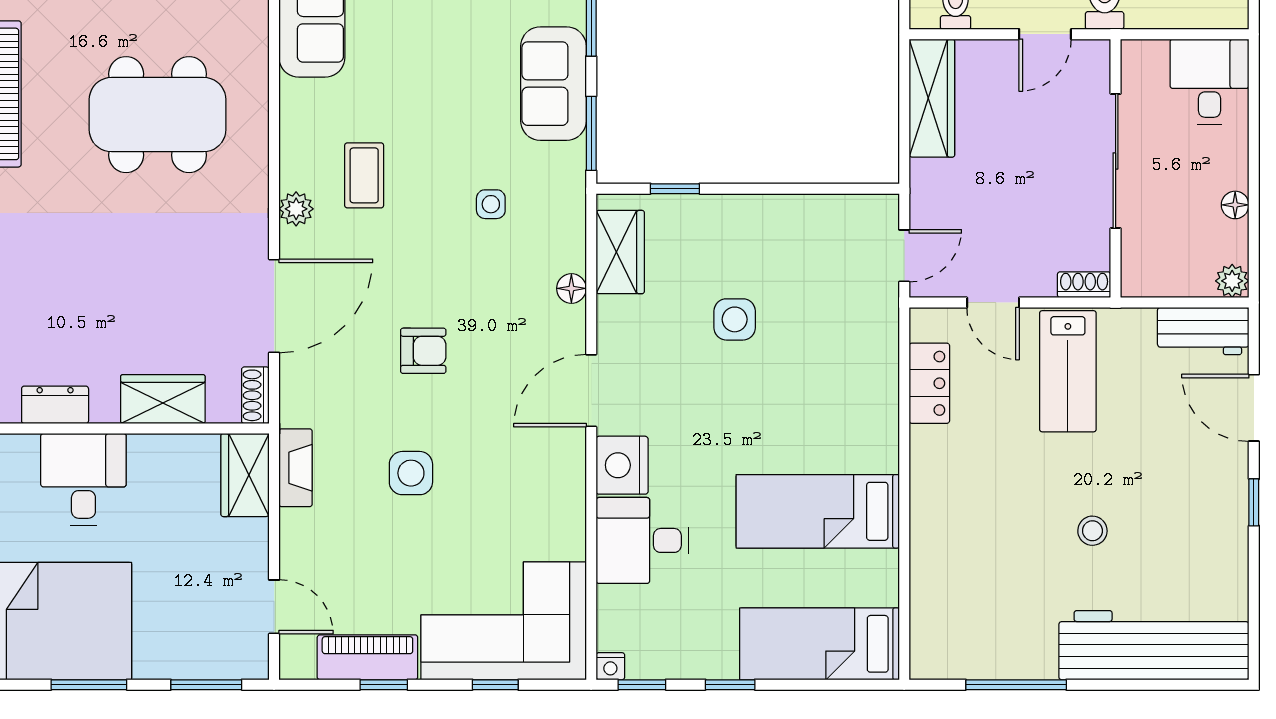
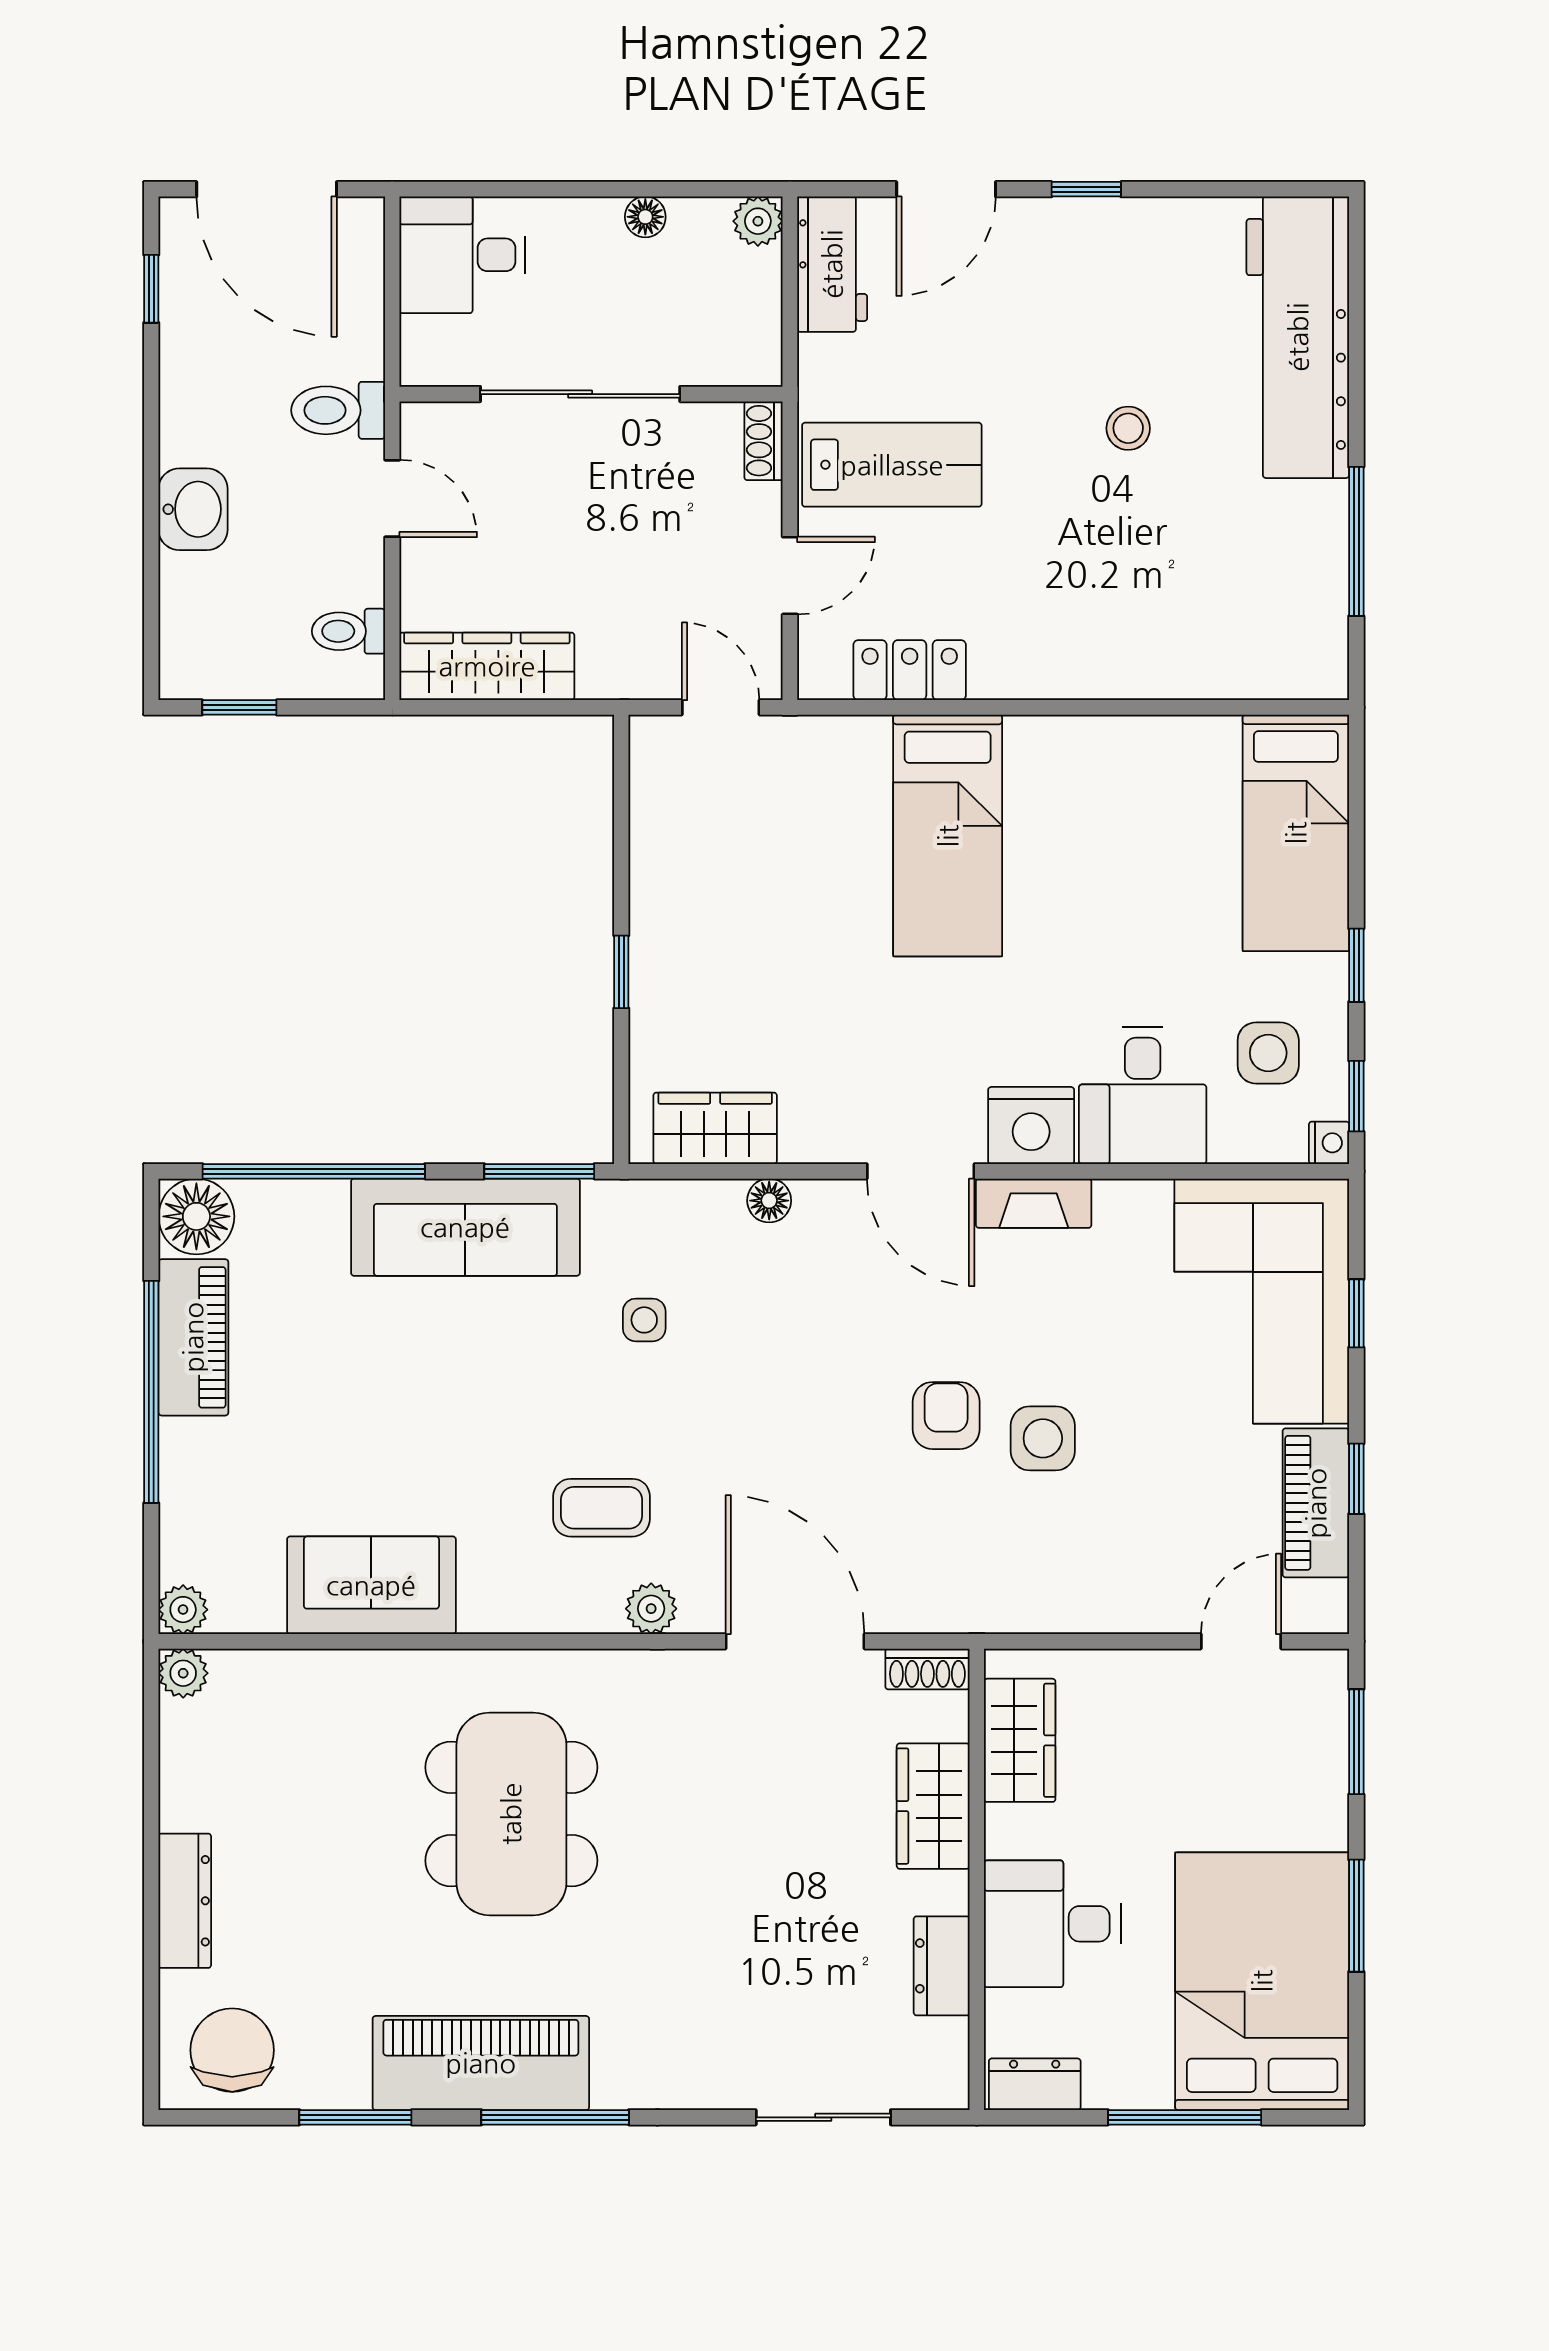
sofa: (553, 84) -> (465, 1227), width x1.36
window: (675, 189) -> (621, 972), moved
side table: (735, 319) -> (1268, 1053), moved
armchair: (423, 351) -> (946, 1416), moved
fireplace: (296, 468) -> (1034, 1203), moved, turned 180
wardrobe: (245, 475) -> (1020, 1740), moved, turned -90
bed: (818, 511) -> (948, 836), moved

